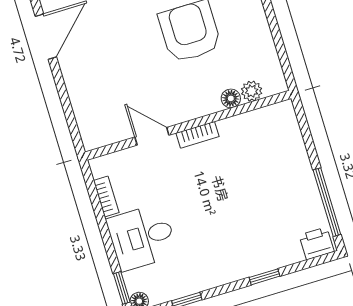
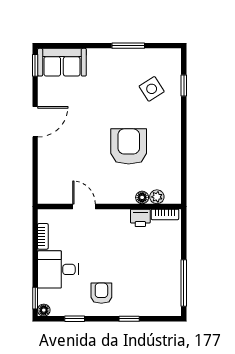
bookcase: (198, 135) -> (165, 214), moved
printer: (317, 243) -> (140, 218), moved, turned 180
armchair: (214, 252) -> (101, 293), added

